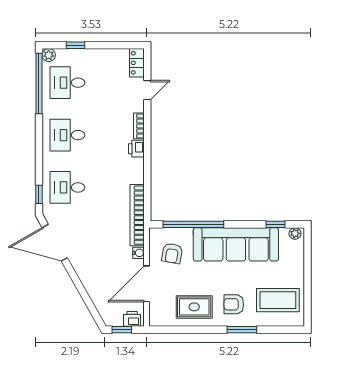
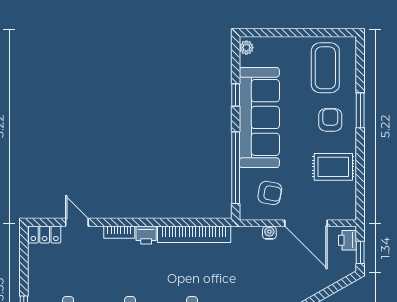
bookcase: (137, 215) -> (194, 234), moved
window: (275, 224) -> (236, 95), moved
armchair: (234, 304) -> (330, 120), turned 180
rug: (194, 307) -> (333, 167), turned 90

